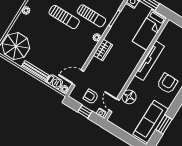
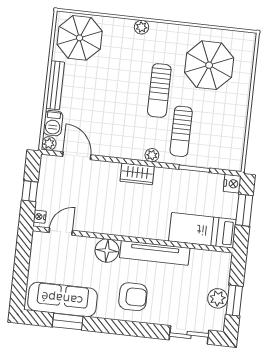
armchair: (91, 97) -> (57, 190), removed
floor lamp: (129, 97) -> (107, 251), moved

